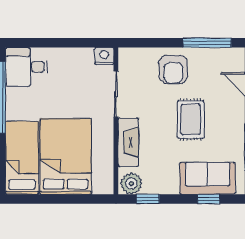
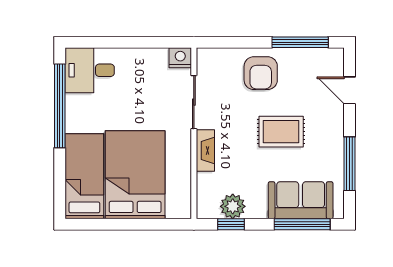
rug: (191, 119) -> (281, 132), turned 90
fireplace: (128, 142) -> (205, 150), width x0.73, depth x0.76
plant: (131, 184) -> (233, 206), moved
window: (209, 199) -> (302, 224), width x2.17

